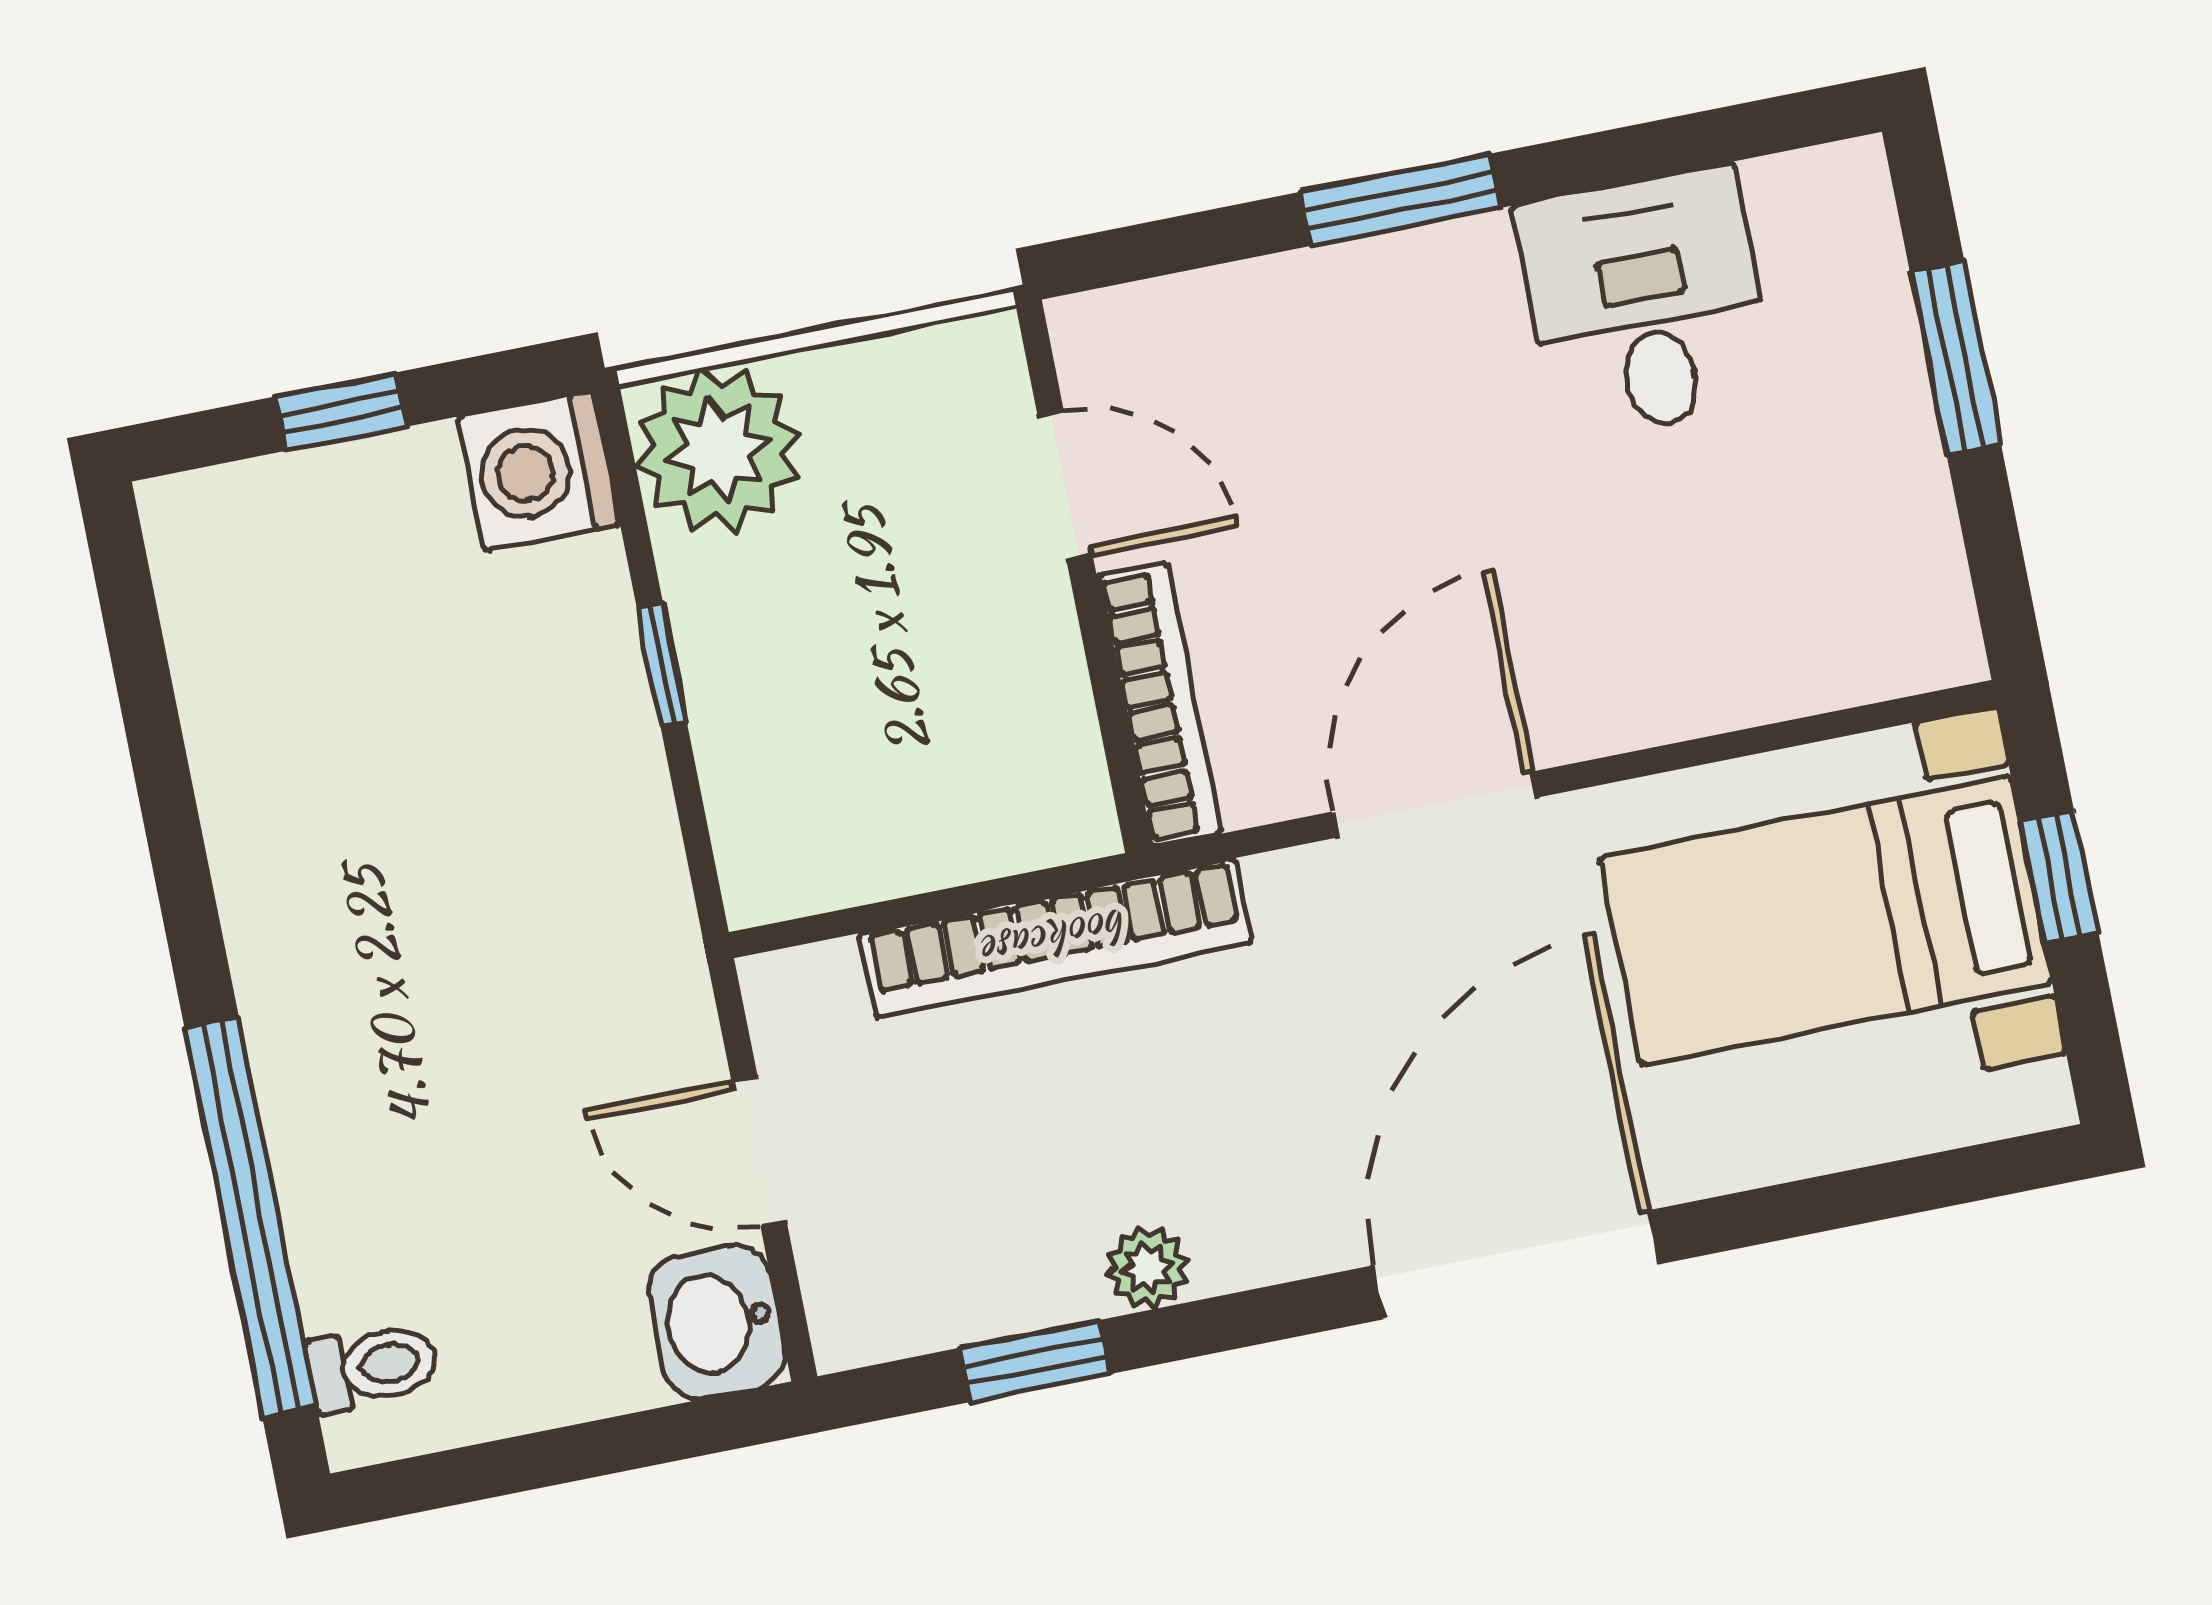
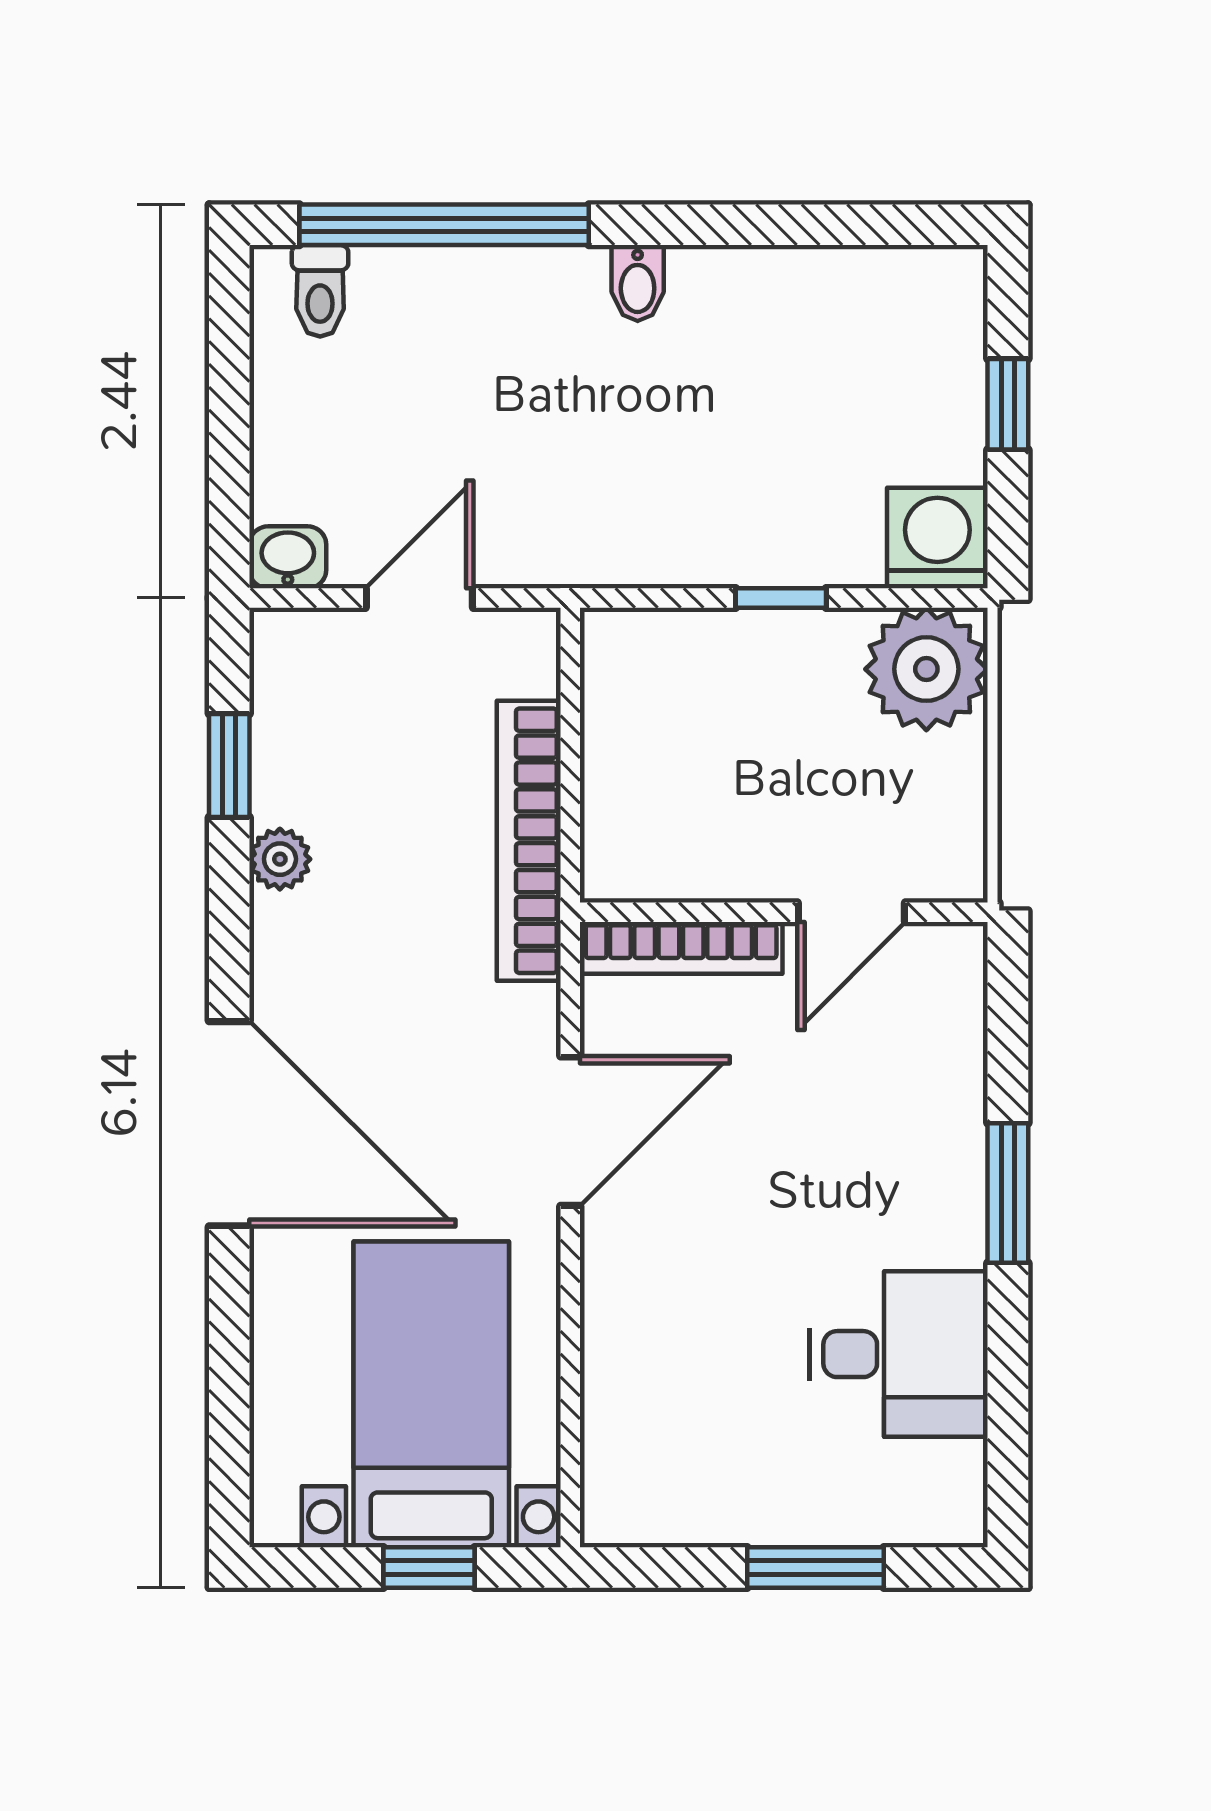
door: (1435, 805) -> (570, 1131), hinge flipped
bidet: (277, 942) -> (638, 283), added
washbasin: (717, 1322) -> (288, 557), width x0.72, depth x0.69

